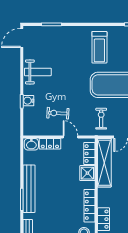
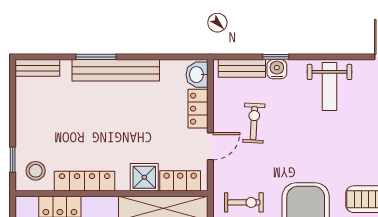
bench: (28, 120) -> (242, 68), added

